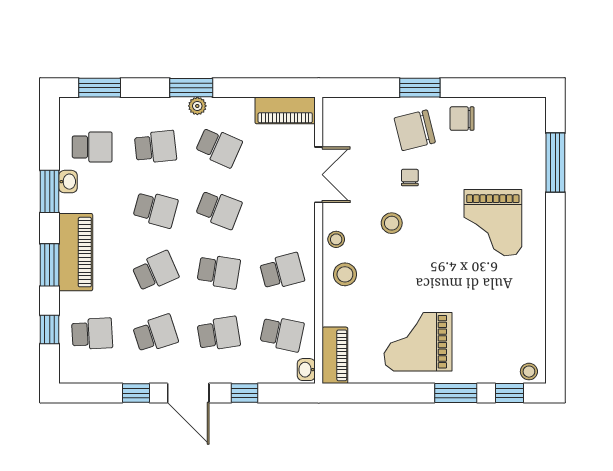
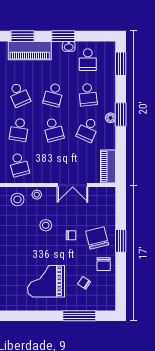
chair: (462, 119) -> (104, 264), turned 180
chair: (496, 154) -> (84, 283), added
school desk: (219, 209) -> (53, 130), turned -36

